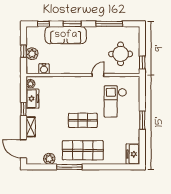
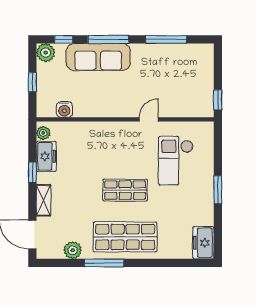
window: (72, 24) -> (108, 39), width x1.44
plant: (32, 54) -> (46, 53), moved
round table: (121, 54) -> (184, 86), removed

